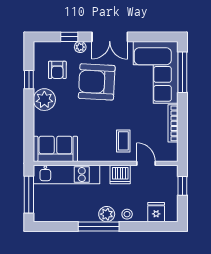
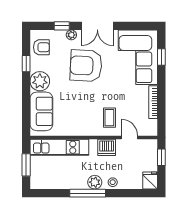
armchair: (57, 70) -> (41, 47), moved, turned -90
window: (182, 72) -> (161, 57), width x0.46
sofa: (55, 149) -> (41, 111), moved, turned 90
window: (29, 195) -> (26, 165), width x0.69
fridge: (156, 212) -> (150, 180), moved

